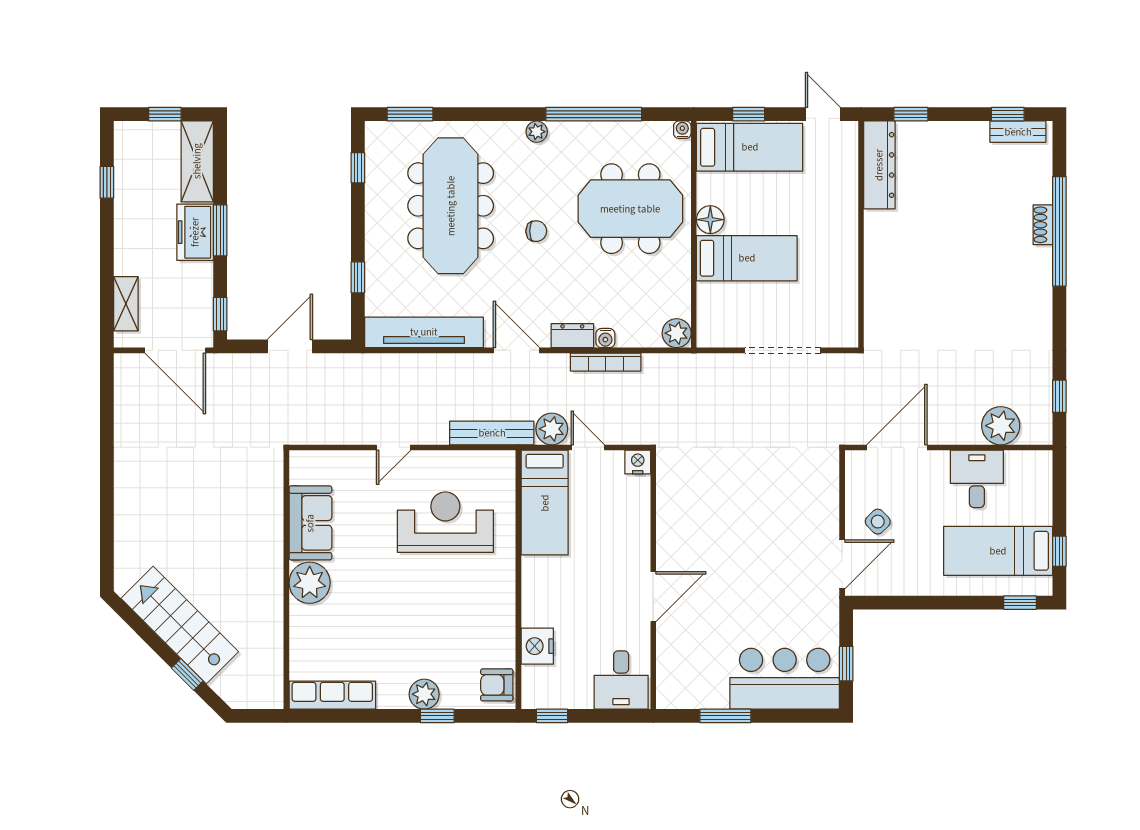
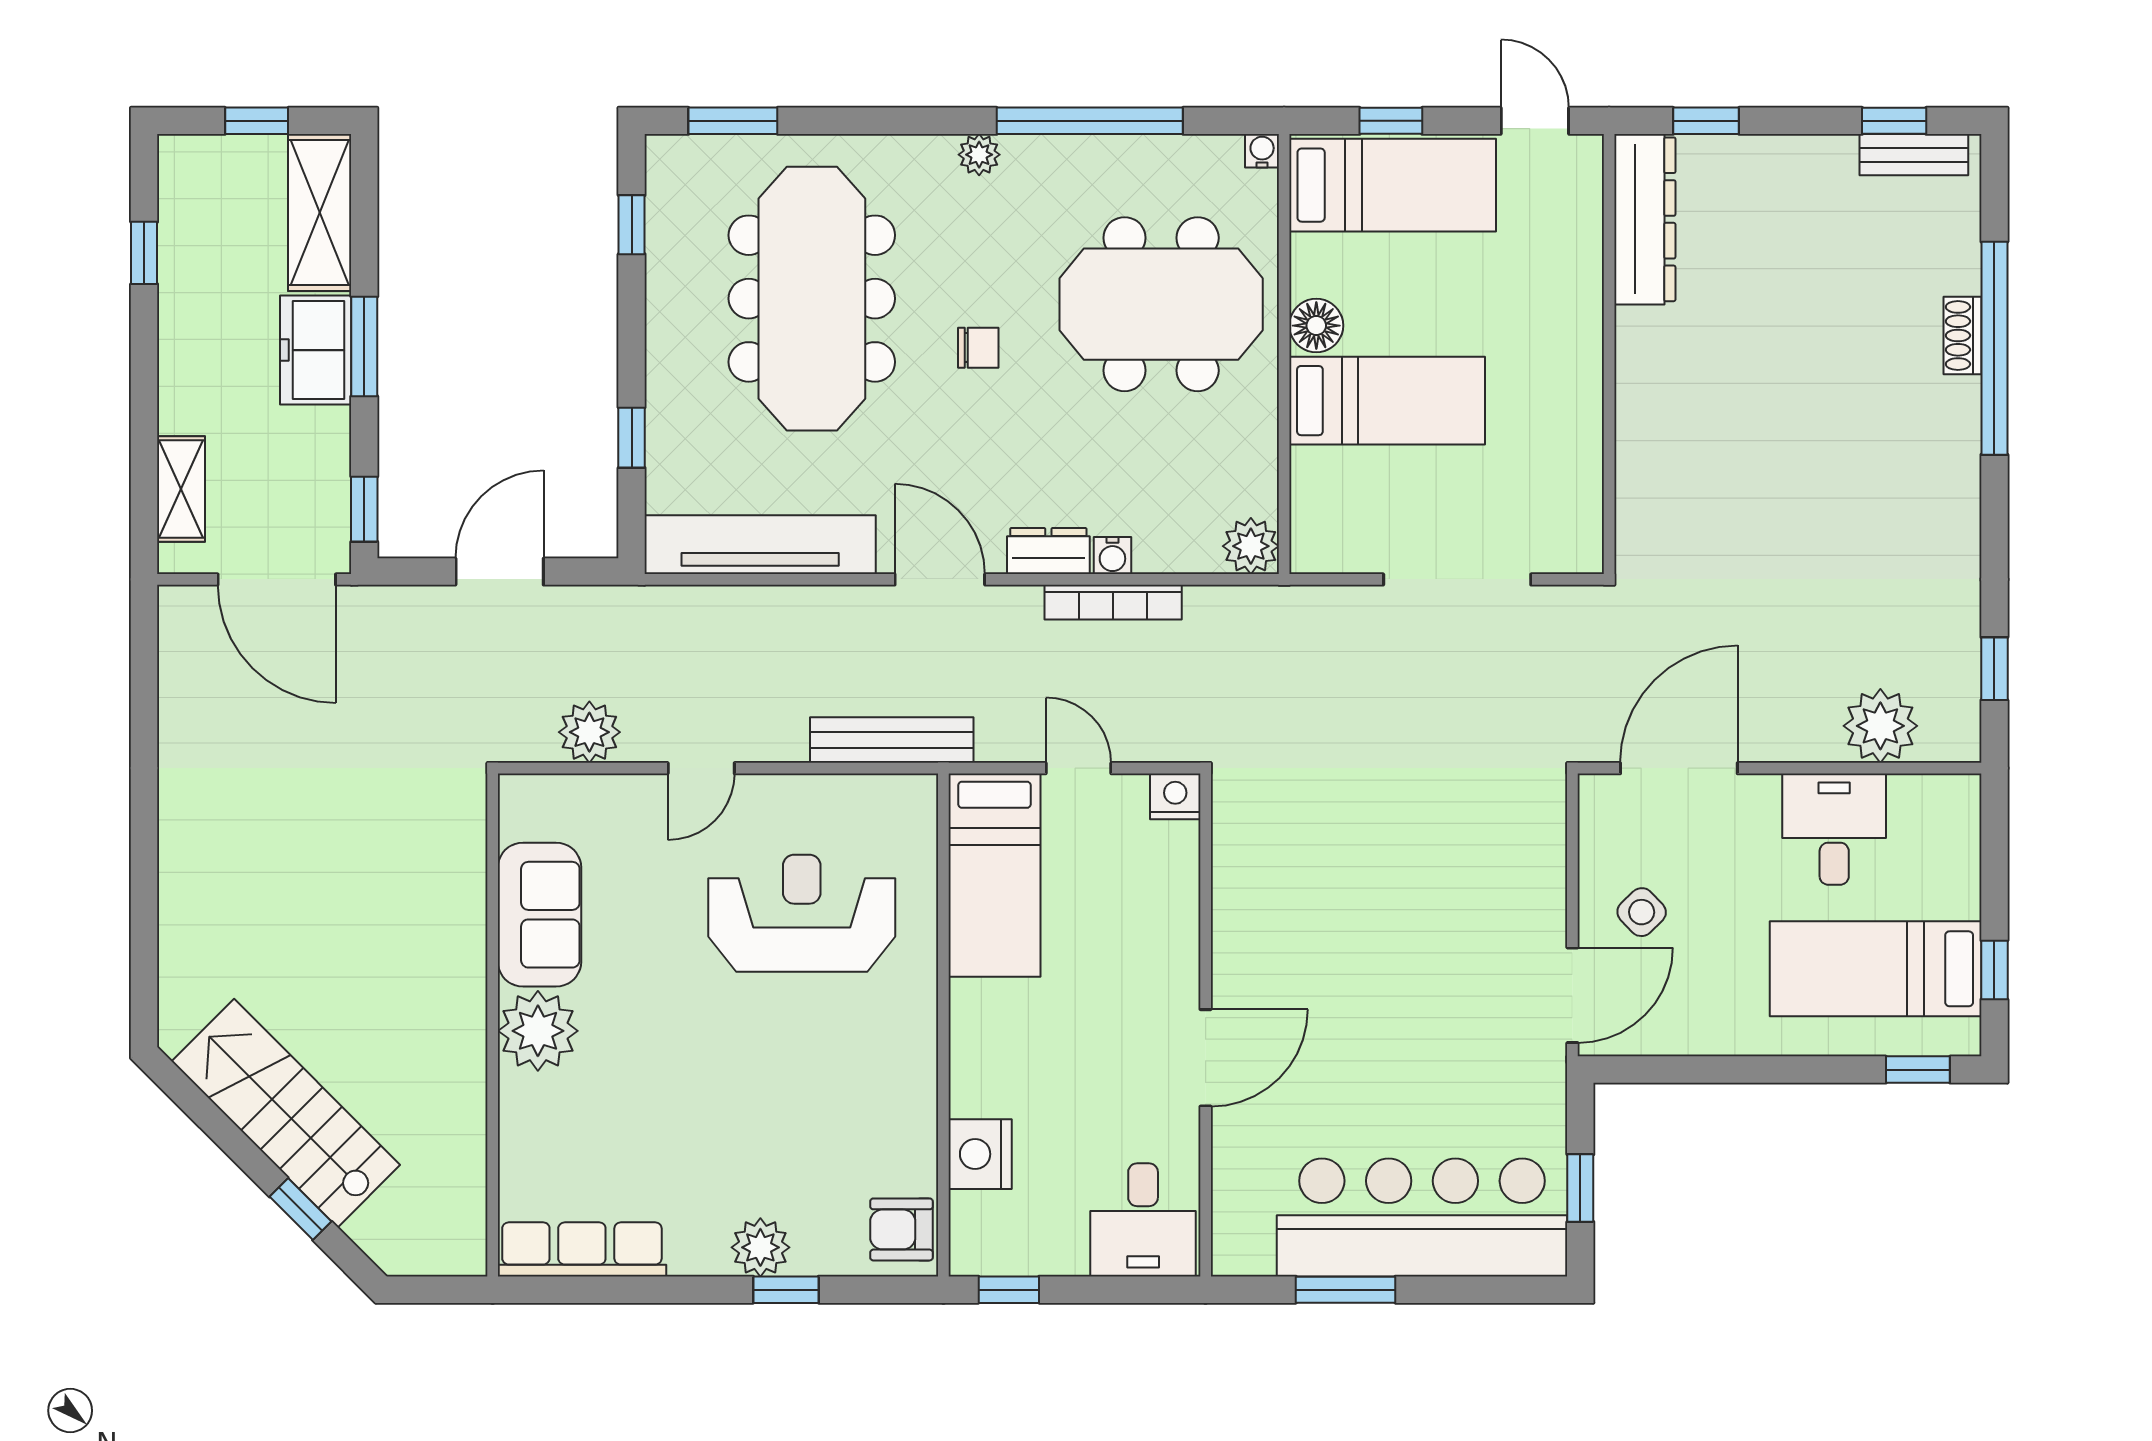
plant: (552, 429) -> (589, 732), moved
bar counter: (785, 679) -> (1422, 1217), width x1.36

